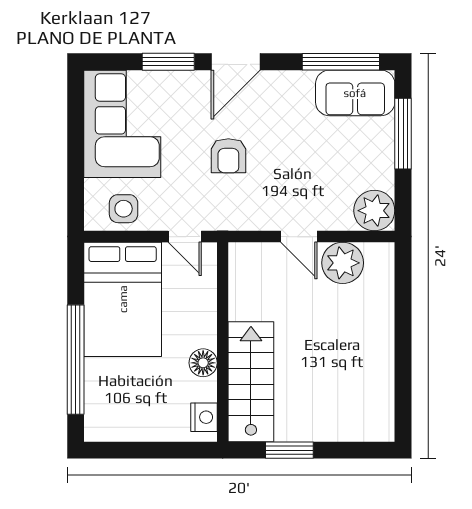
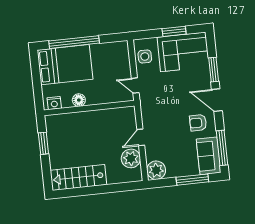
window: (76, 139) -> (174, 31), added
armchair: (228, 156) -> (198, 123), moved
door: (185, 237) -> (135, 86), hinge flipped
bed: (123, 299) -> (65, 65), moved, turned 180
stairs: (251, 382) -> (78, 178), moved, turned 180

